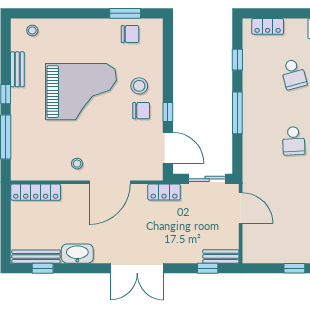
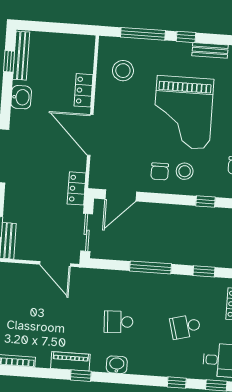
window: (168, 112) -> (206, 201), moved
stool: (77, 164) -> (123, 71), moved, width x1.89, depth x1.89
locker: (36, 192) -> (84, 90), moved, width x0.66
door: (241, 208) -> (55, 264), hinge flipped
washbasin: (77, 254) -> (21, 97), width x0.72

